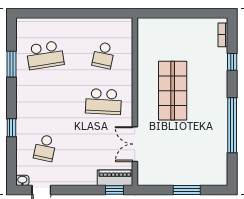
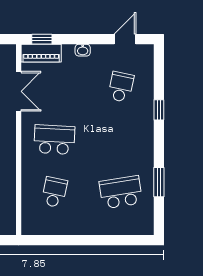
washbasin: (22, 180) -> (83, 50), moved

